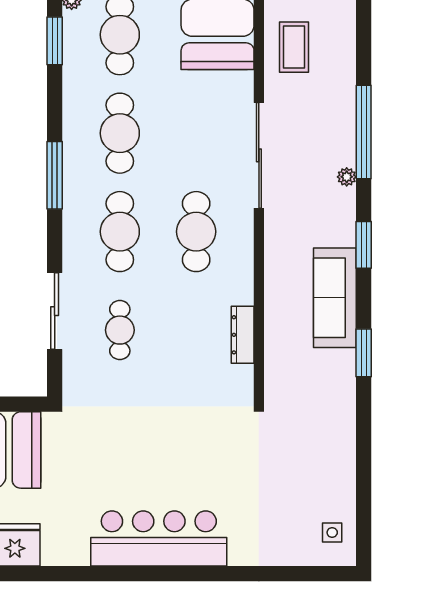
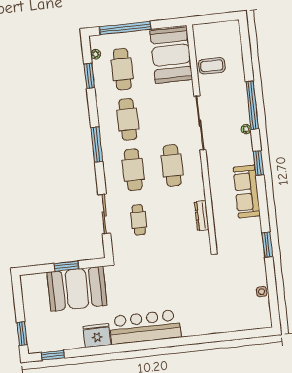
coffee table: (294, 47) -> (212, 66), turned 90
window: (364, 353) -> (267, 245), moved
side table: (332, 532) -> (262, 292), moved
bar counter: (159, 538) -> (145, 327), moved

